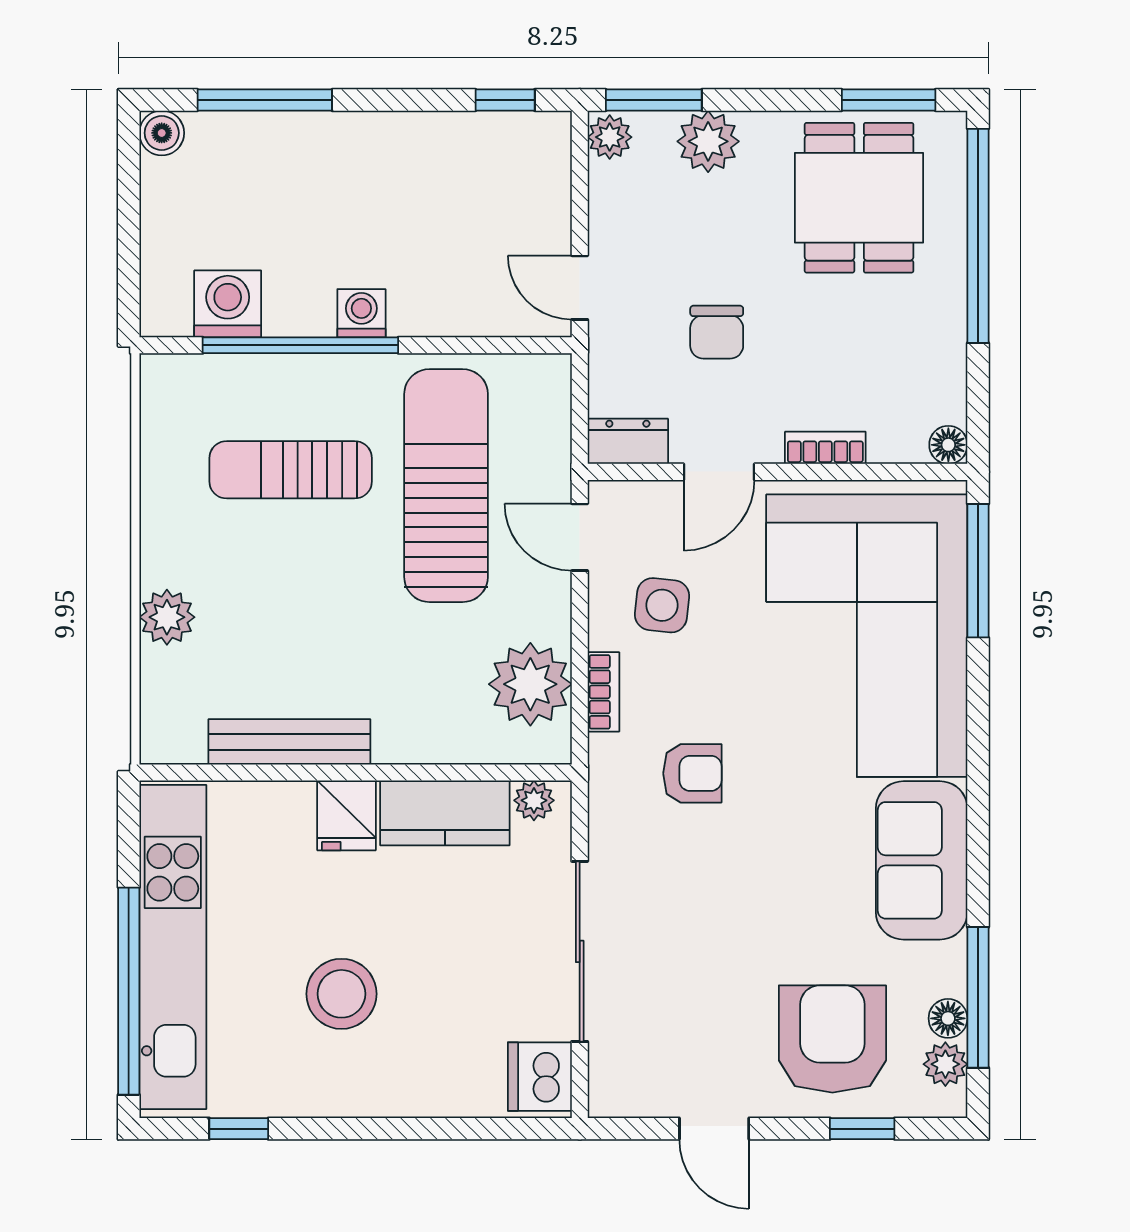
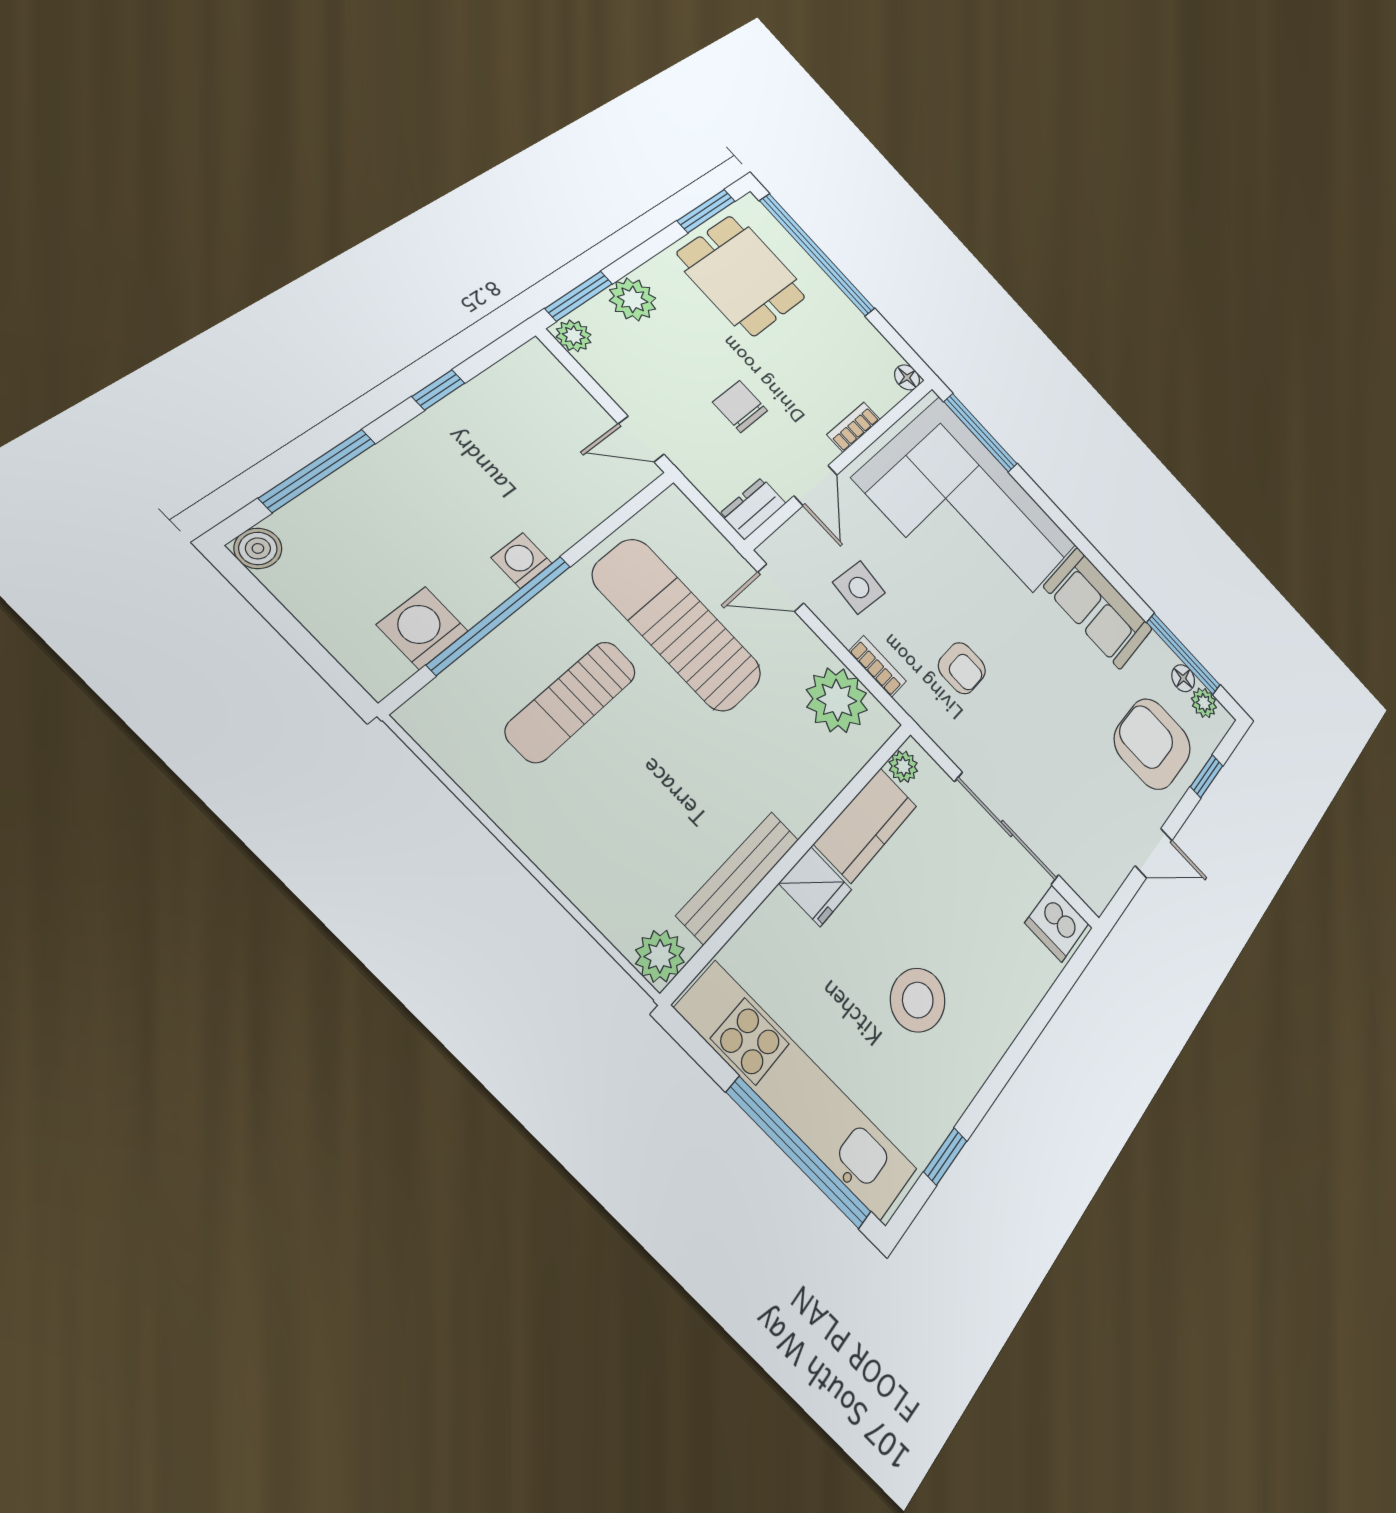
window: (505, 100) -> (438, 390), moved
chair: (717, 332) -> (740, 406), turned 180
plant: (167, 617) -> (660, 956), moved
armchair: (692, 773) -> (962, 668), turned 90

